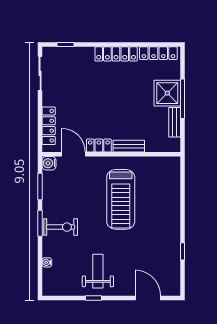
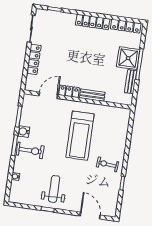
locker: (49, 126) -> (34, 59), moved
door: (73, 154) -> (48, 95), hinge flipped
water cooler: (49, 163) -> (24, 132), moved
exercise bike: (160, 231) -> (107, 164), added

